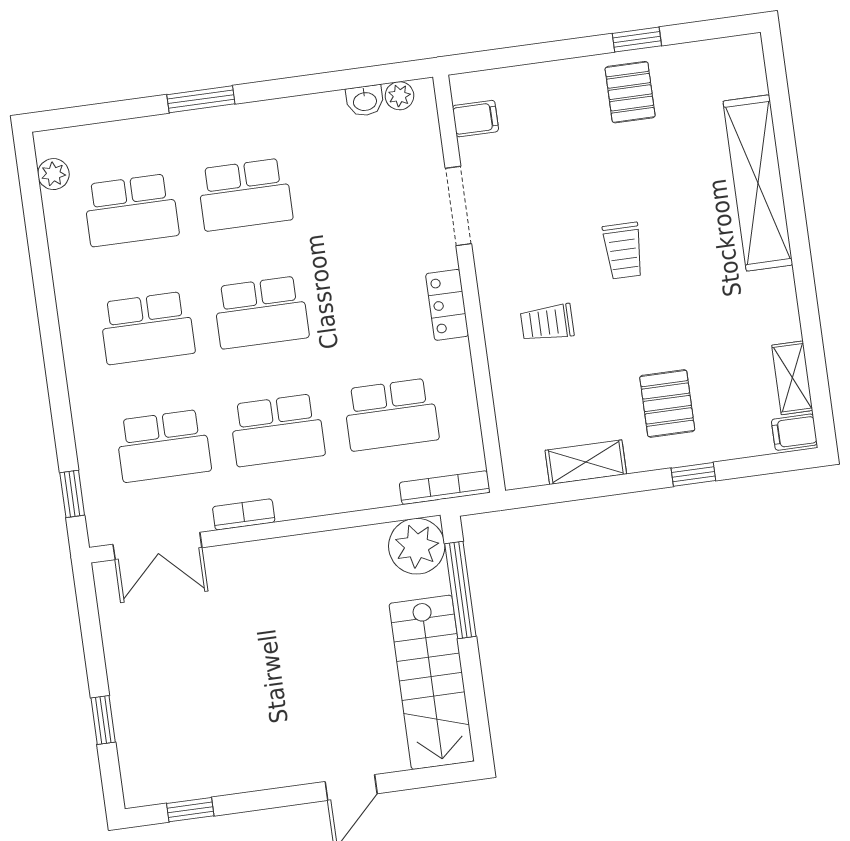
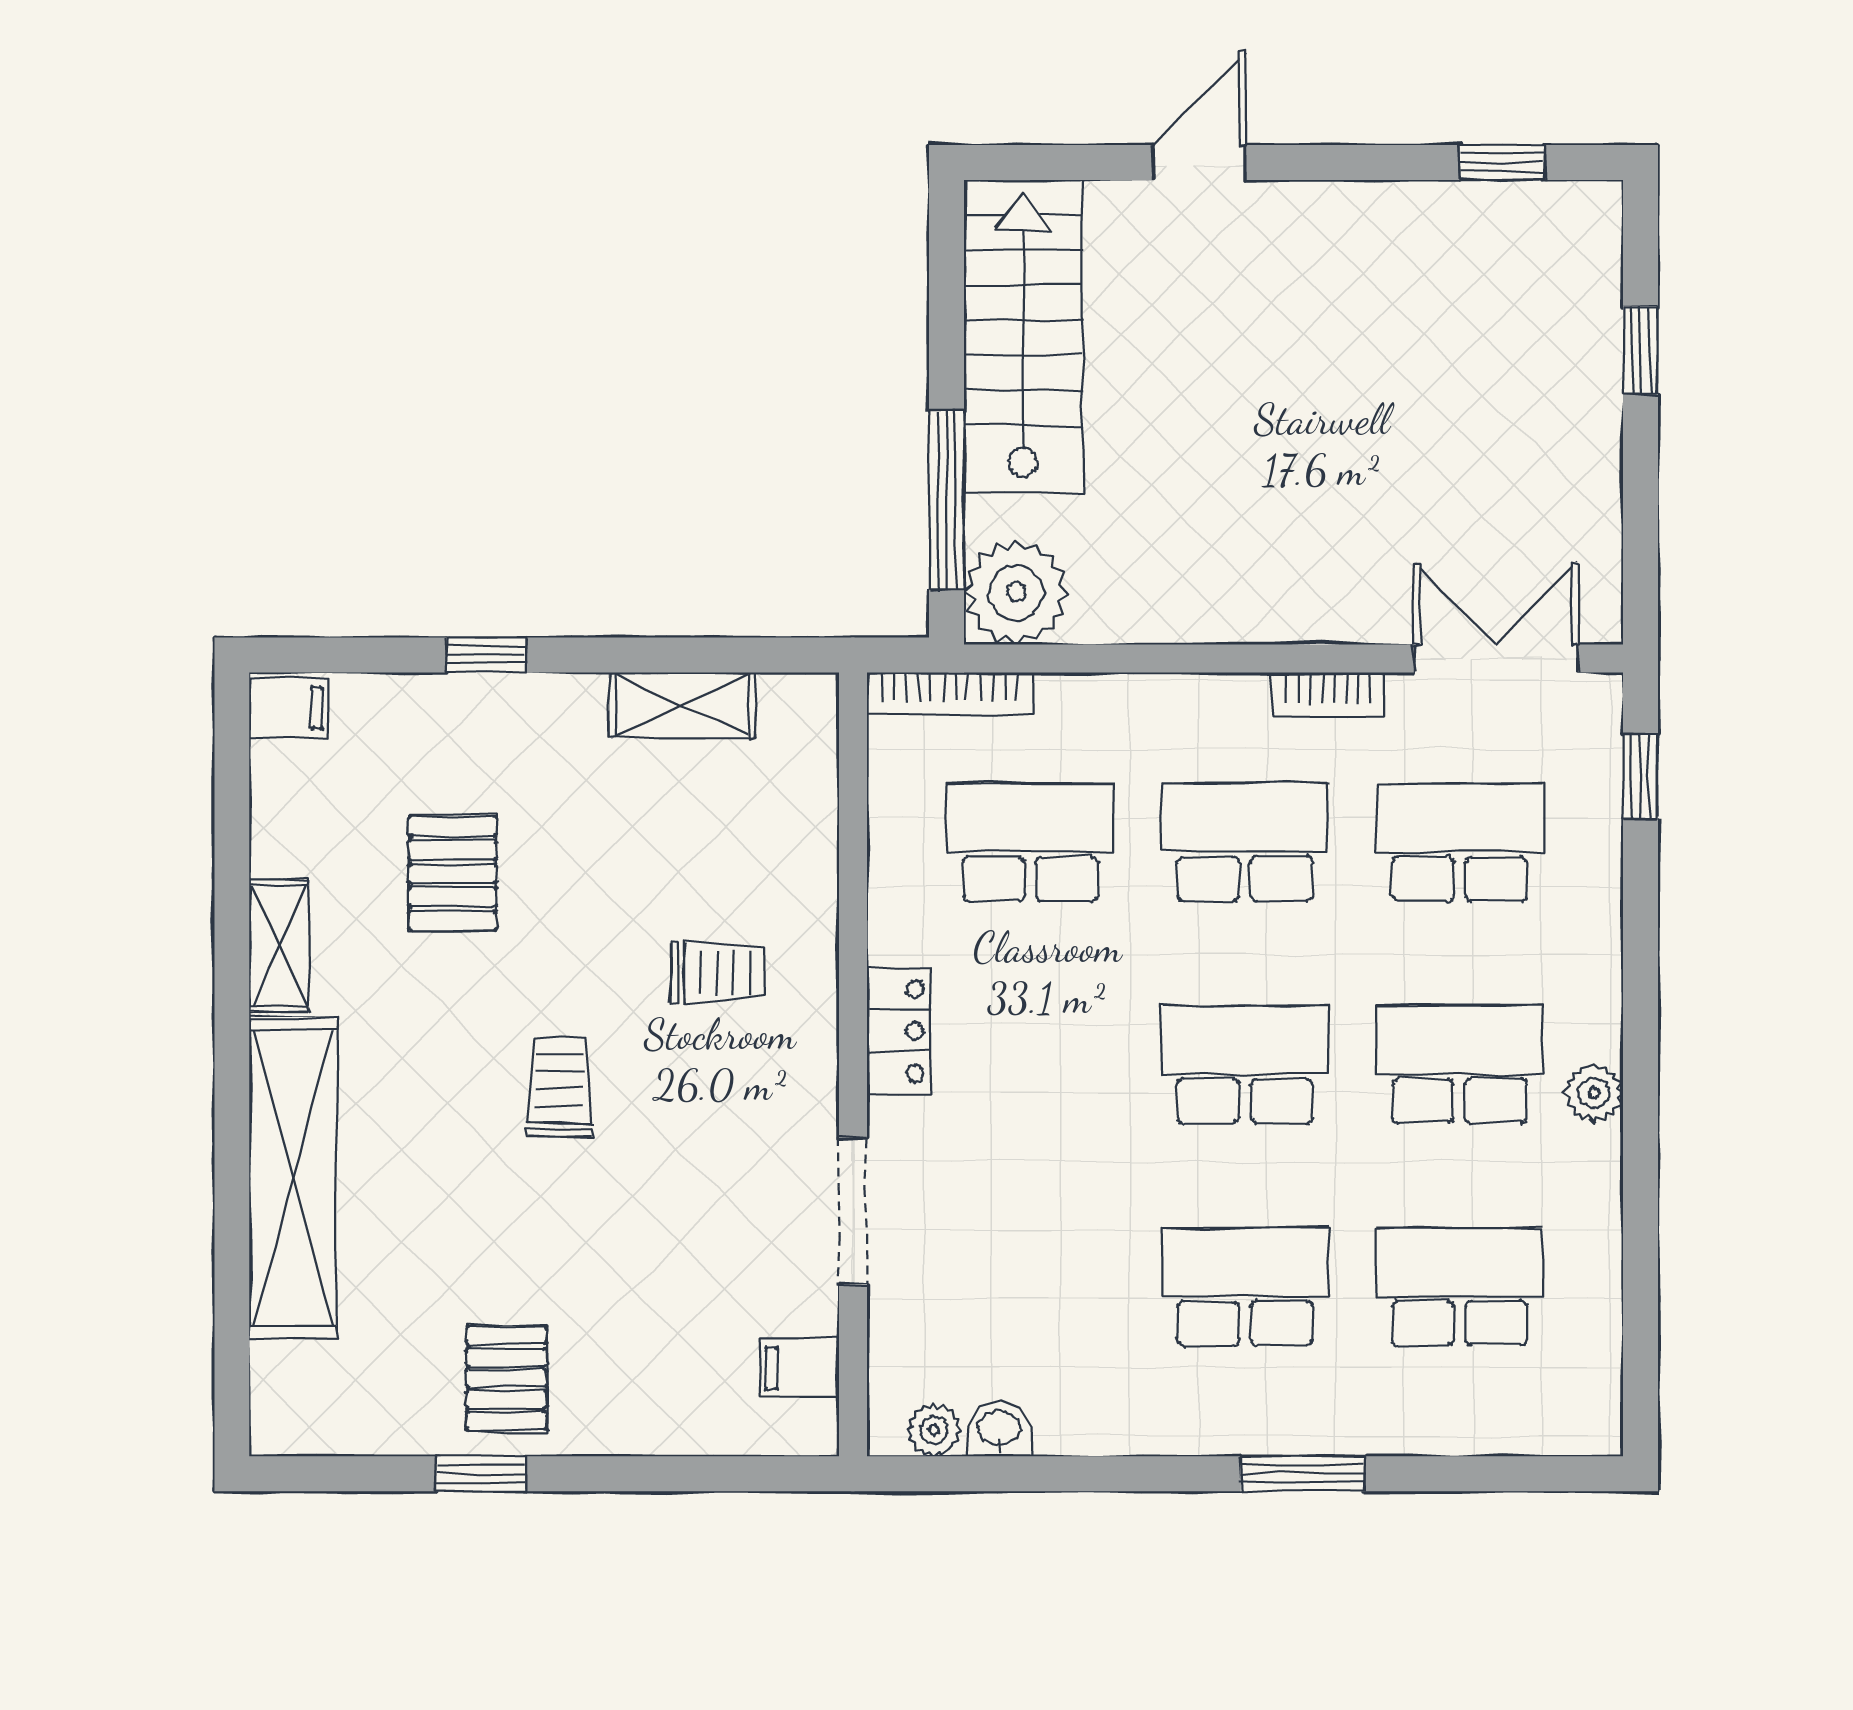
plant: (53, 174) -> (1594, 1093), moved
shelving: (792, 378) -> (279, 946), moved
pallet: (667, 403) -> (453, 873), moved

